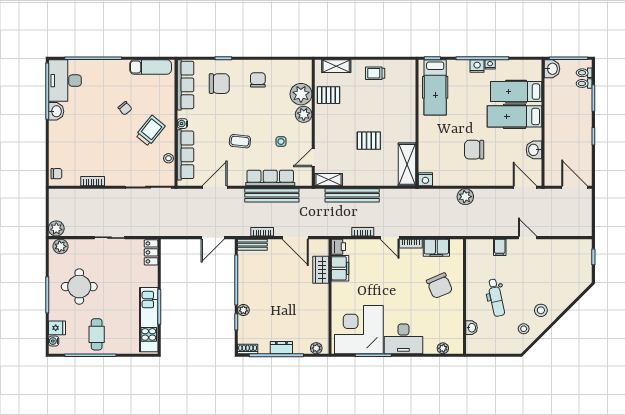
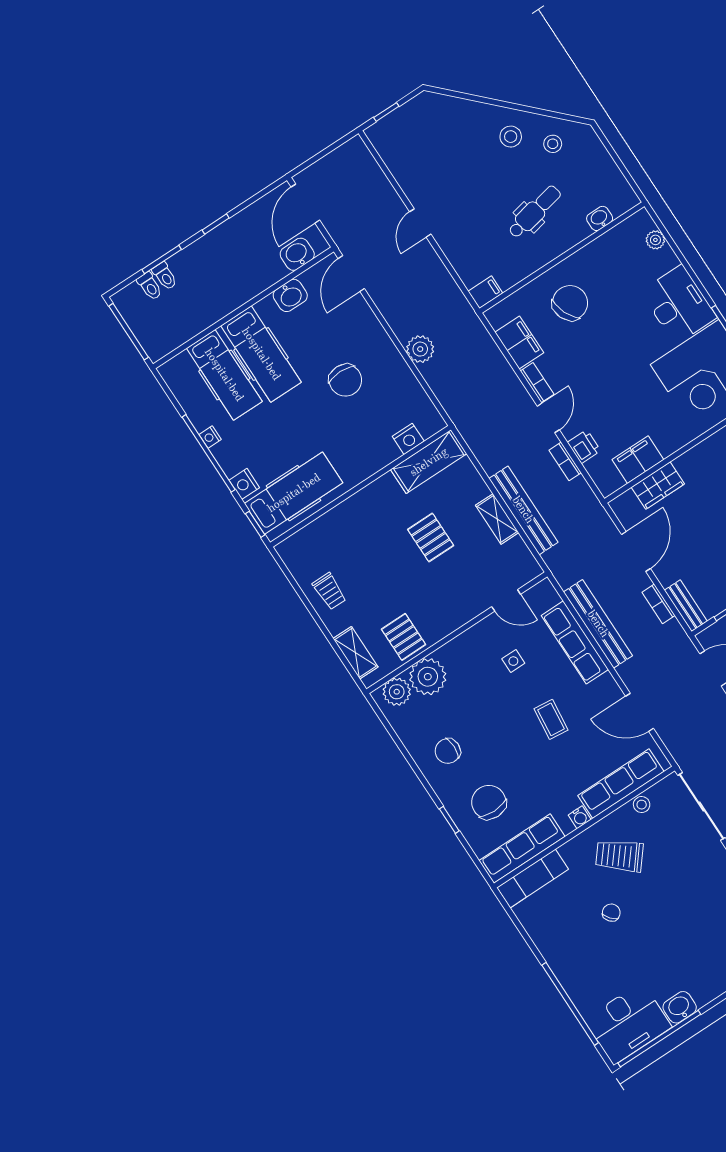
nightstand: (477, 66) -> (244, 484), moved
exam couch: (151, 67) -> (533, 878), moved, turned 90
washbasin: (552, 69) -> (297, 254), moved
toilet: (584, 73) -> (165, 276), moved
plant: (304, 114) -> (397, 692), moved
nightstand: (425, 179) -> (408, 439), moved, turned 90
shelving: (328, 180) -> (497, 519), moved
printer: (338, 247) -> (584, 447), moved, turned 90
filing cabinet: (500, 247) -> (485, 292), moved

